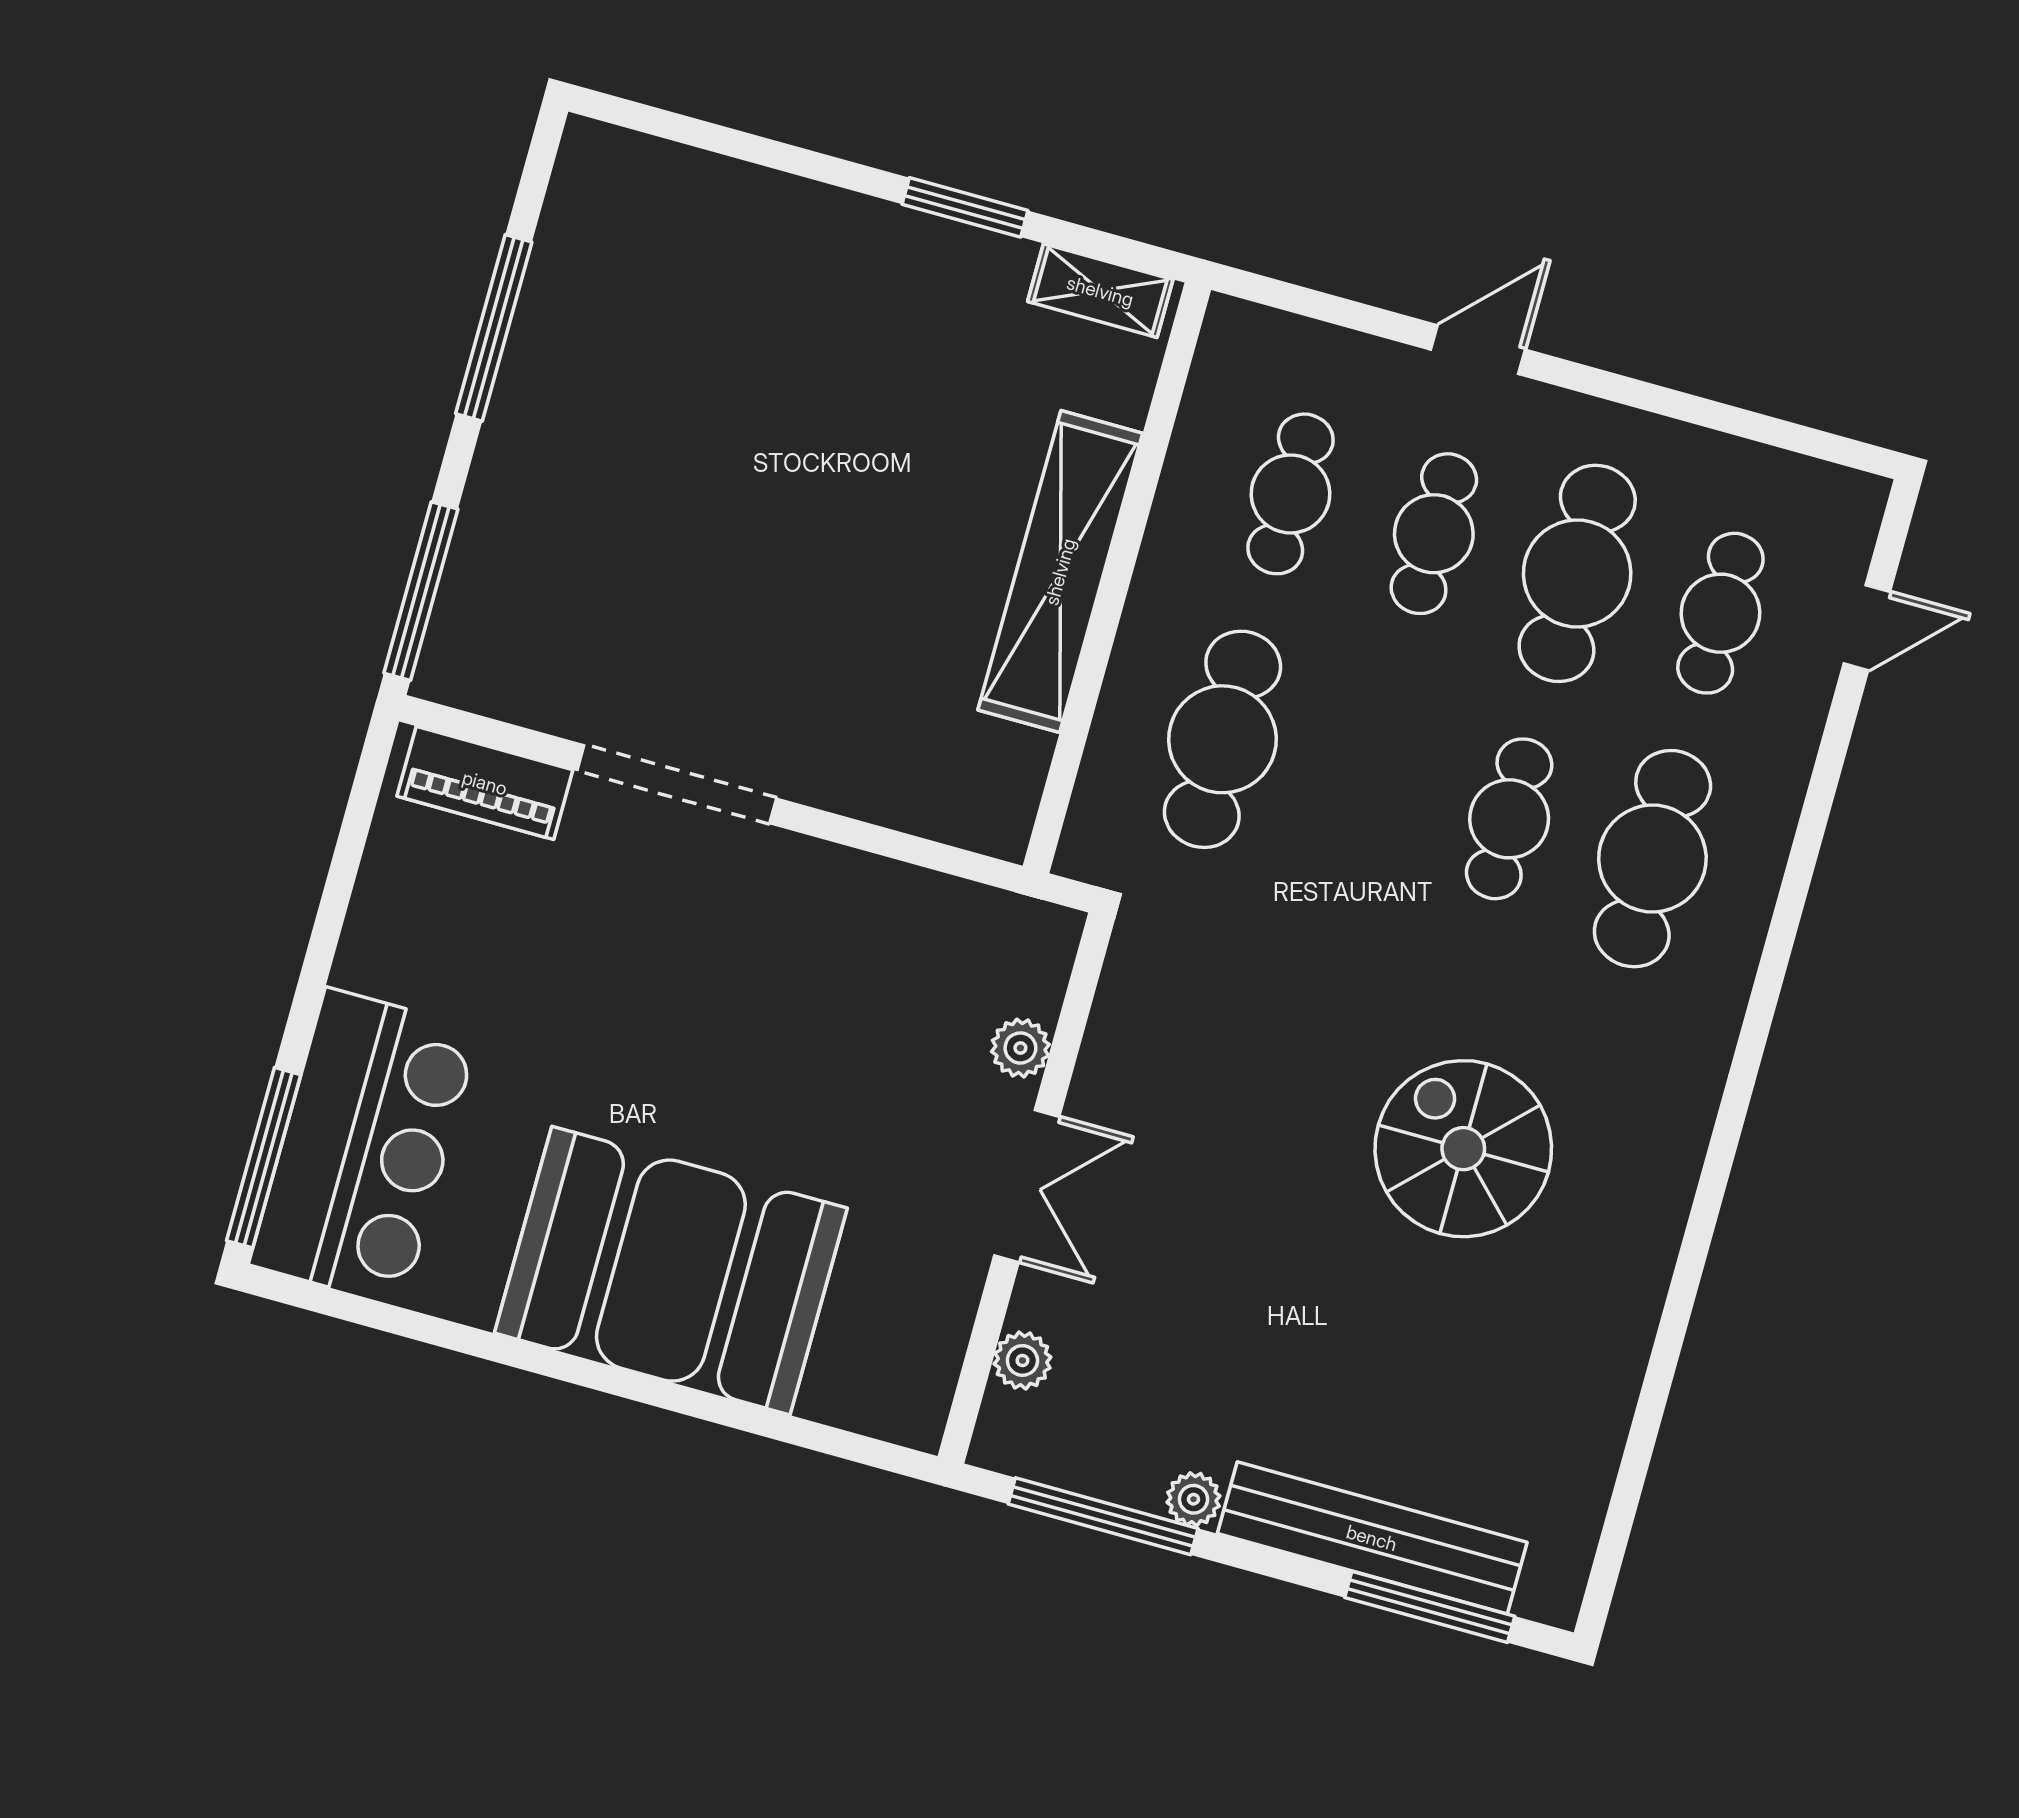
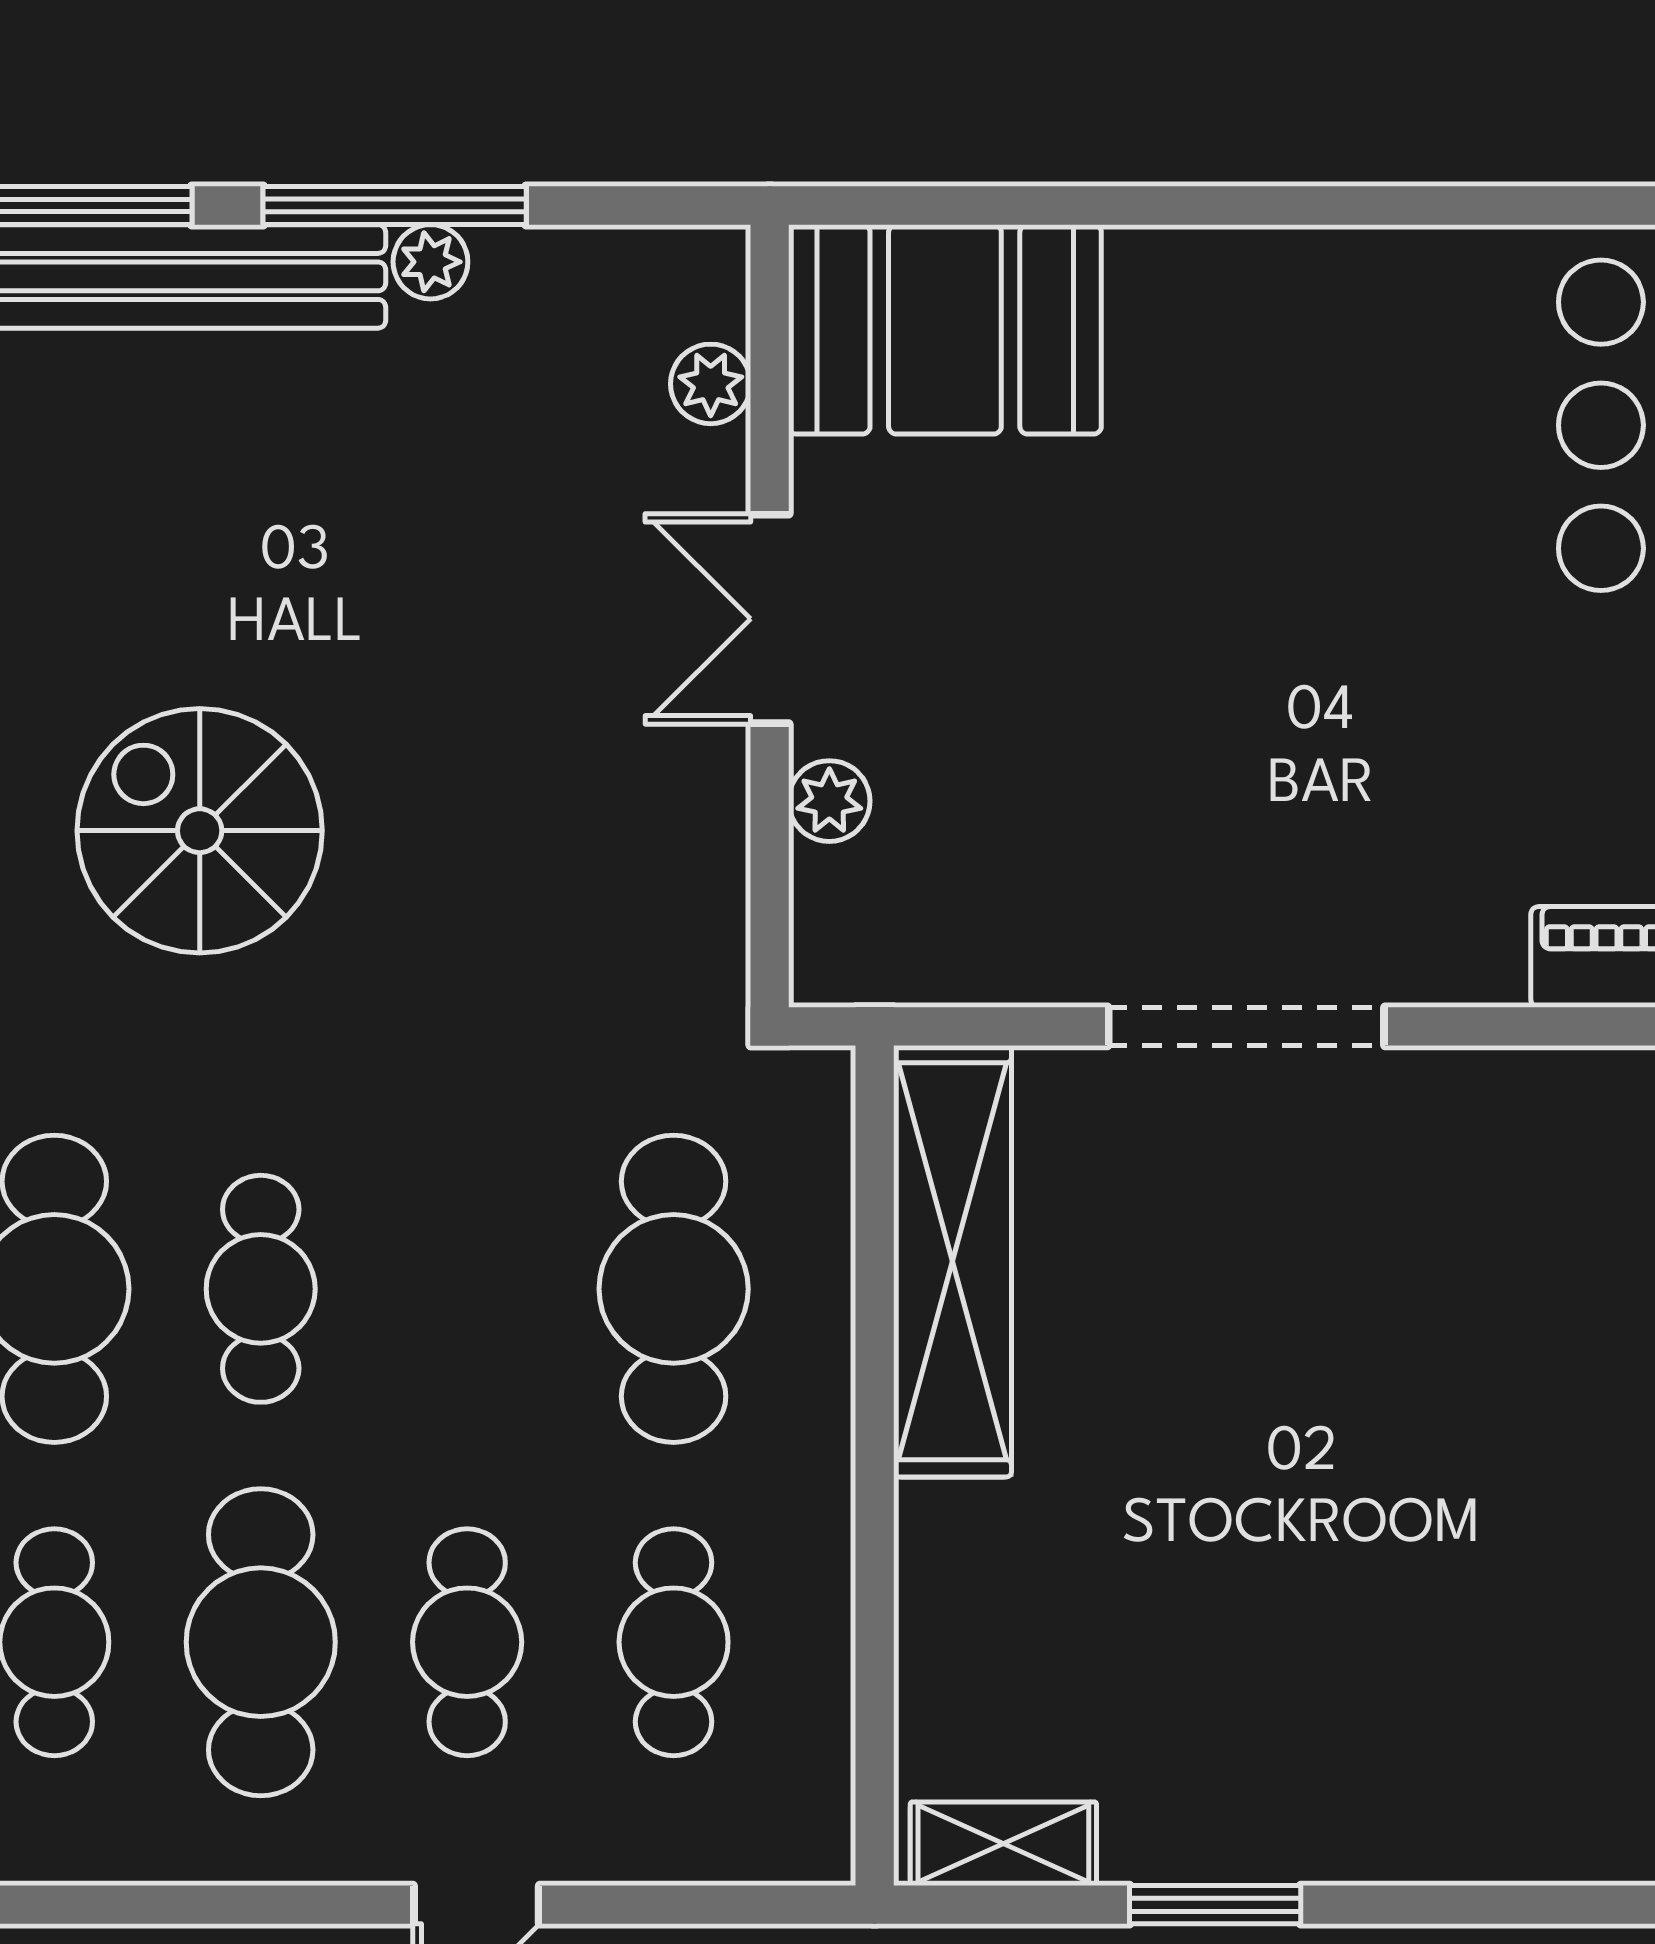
shelving: (1060, 572) -> (953, 1261), moved
doorway: (677, 784) -> (1246, 1026), moved
spiral stairs: (1463, 1149) -> (200, 831), turned 180
booth: (671, 1271) -> (945, 329), moved, width x0.73, depth x0.70
window: (1103, 1516) -> (395, 205), moved

